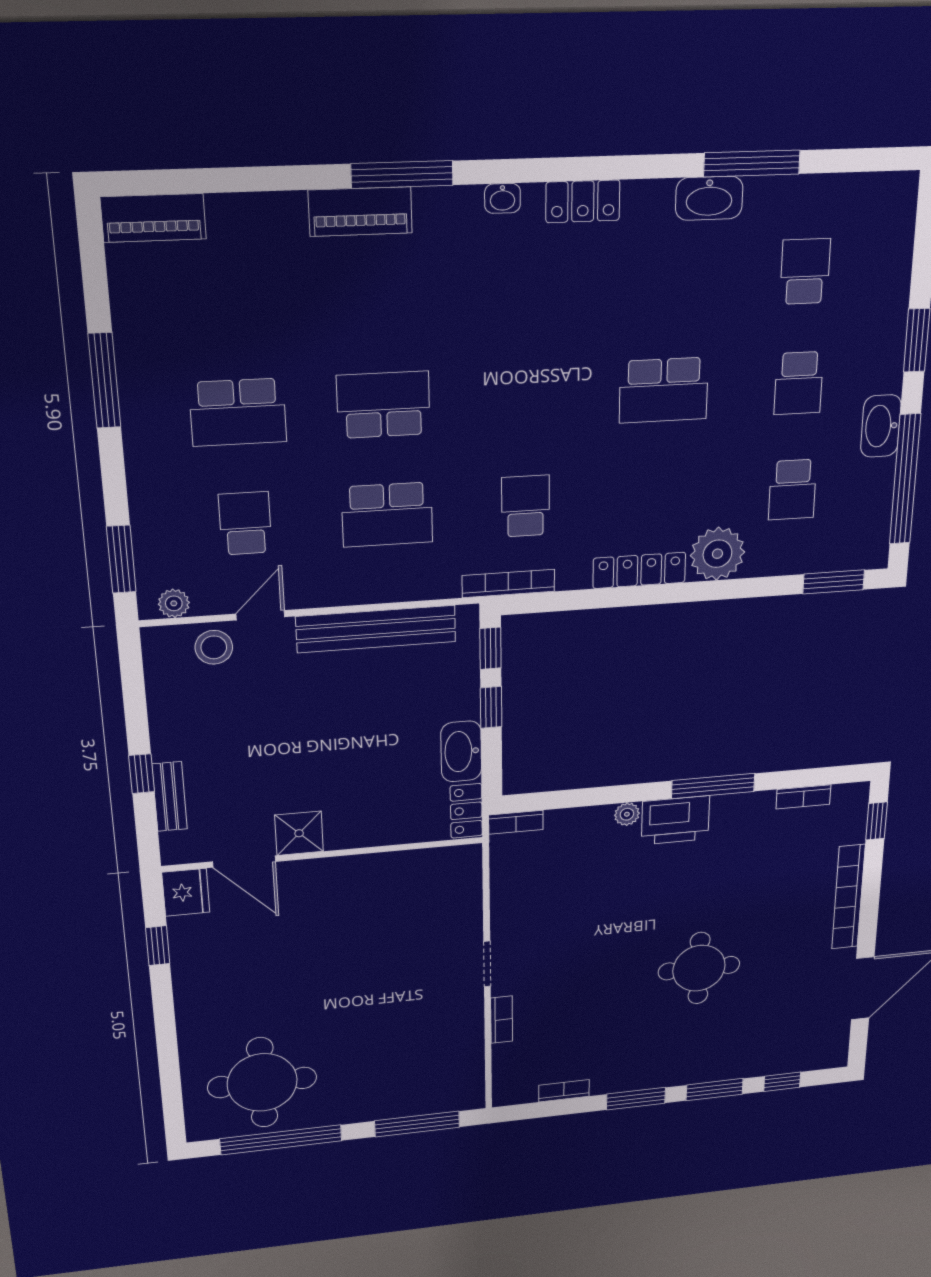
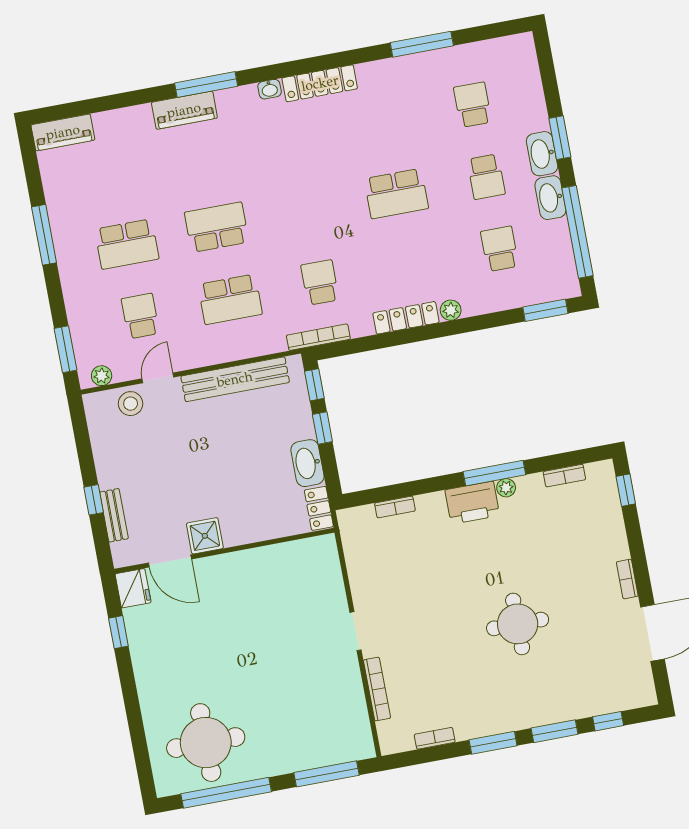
washbasin: (709, 198) -> (542, 154), moved, turned 90
locker: (583, 201) -> (320, 83), width x1.53
school desk: (792, 490) -> (500, 249), turned 180
plant: (717, 554) -> (451, 310), width x0.53, depth x0.53
plant: (627, 814) -> (506, 488), moved
bookcase: (516, 822) -> (395, 507), moved
bookcase: (848, 897) -> (627, 579), width x0.43, depth x0.76
bookcase: (502, 1020) -> (377, 689), width x1.56

